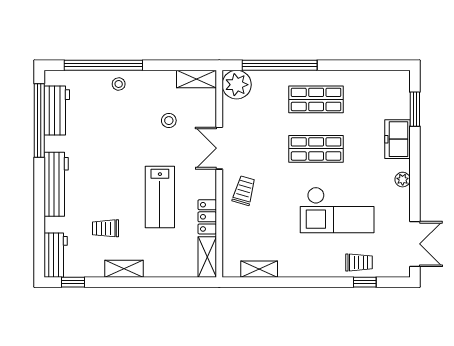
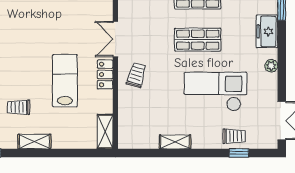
stool: (169, 121) -> (73, 16), removed
lab bench: (160, 197) -> (65, 81), turned 180
checkout: (337, 210) -> (216, 92), turned 180
locker: (207, 217) -> (105, 74), moved
shelving: (259, 269) -> (175, 142), moved

